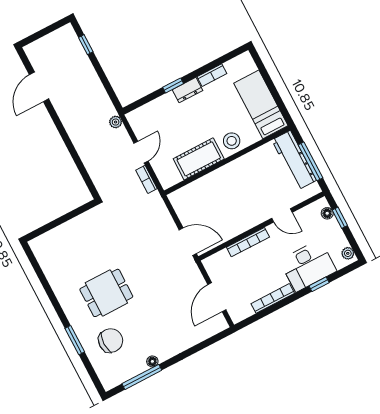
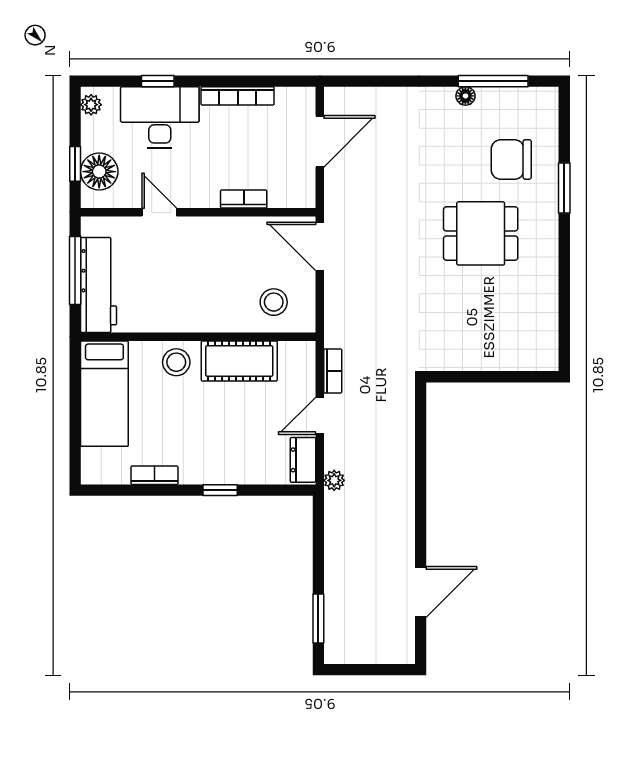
window: (86, 45) -> (318, 619), width x1.50
dresser: (187, 90) -> (303, 460), moved, turned -90
stool: (197, 200) -> (274, 302), added
floor lamp: (327, 213) -> (99, 172), width x1.89, depth x1.89
bookcase: (248, 242) -> (244, 199), width x0.64

